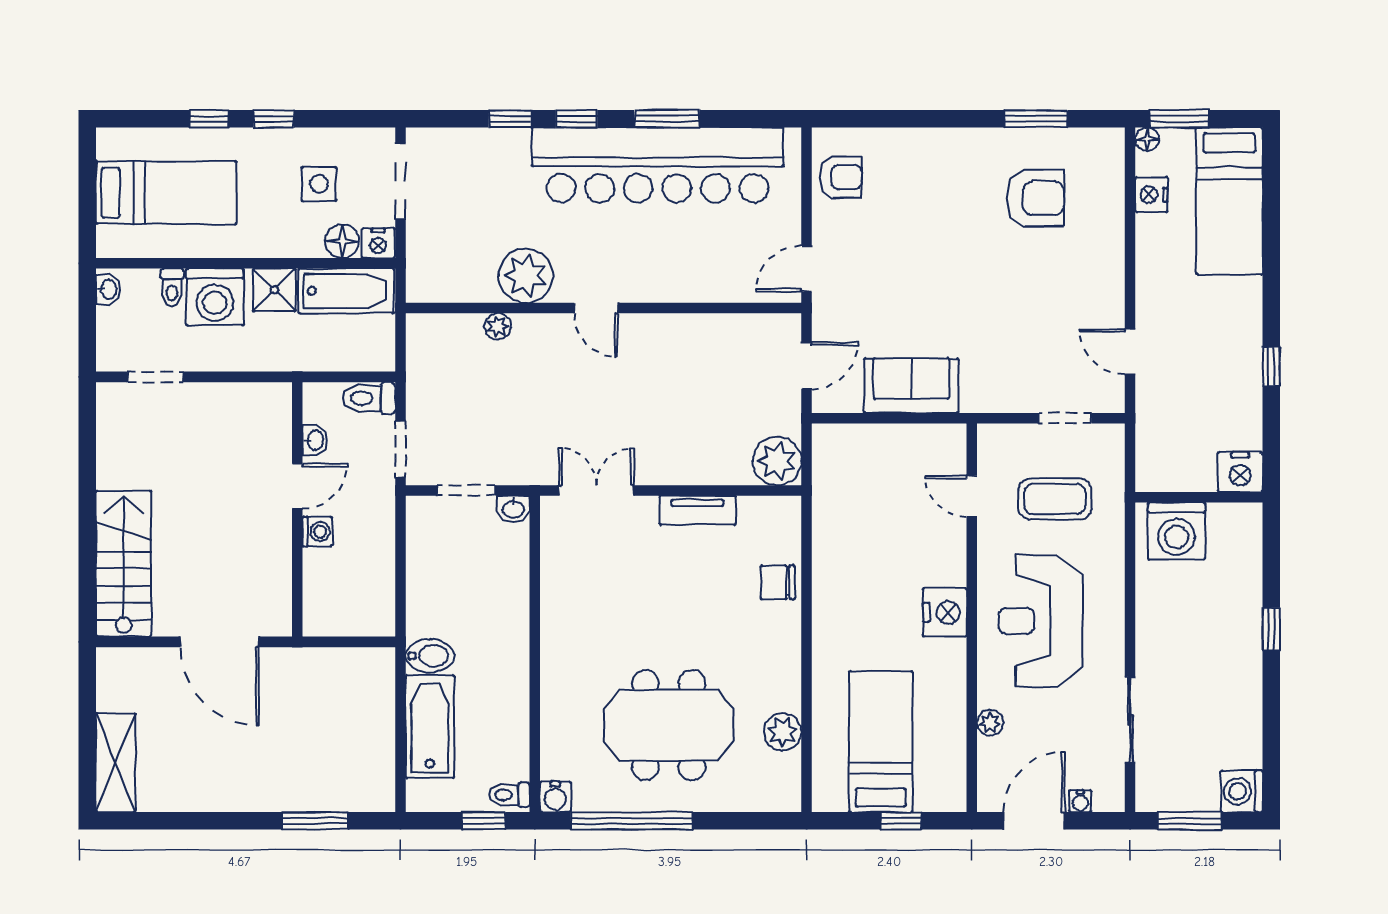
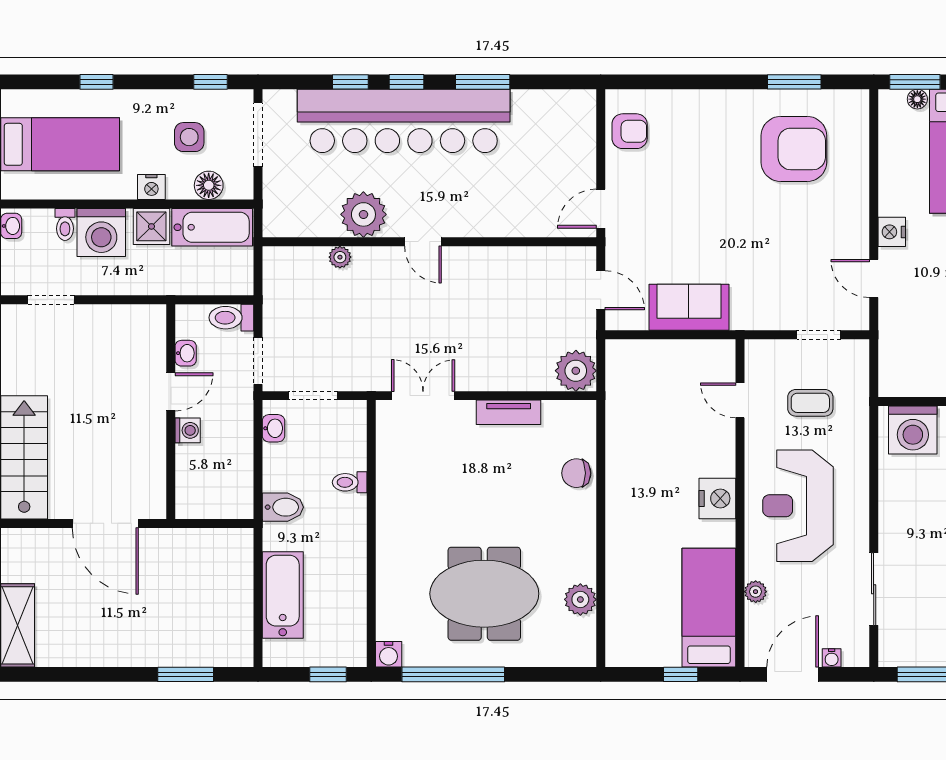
window: (274, 119) -> (211, 82), moved
floor lamp: (1147, 139) -> (917, 99), moved
bar counter: (658, 165) -> (404, 121), moved
nightstand: (1151, 195) -> (892, 232), moved
armchair: (1036, 198) -> (794, 149), width x1.36, depth x1.36
nightstand: (378, 243) -> (151, 187), moved
door: (807, 366) -> (601, 290), hinge flipped
coffee table: (1055, 499) -> (810, 403), width x0.73, depth x0.77
washbasin: (513, 509) -> (273, 428), moved, turned -90
bidet: (430, 656) -> (283, 507), moved
bed: (881, 742) -> (709, 608), moved
toilet: (509, 795) -> (350, 482), moved

